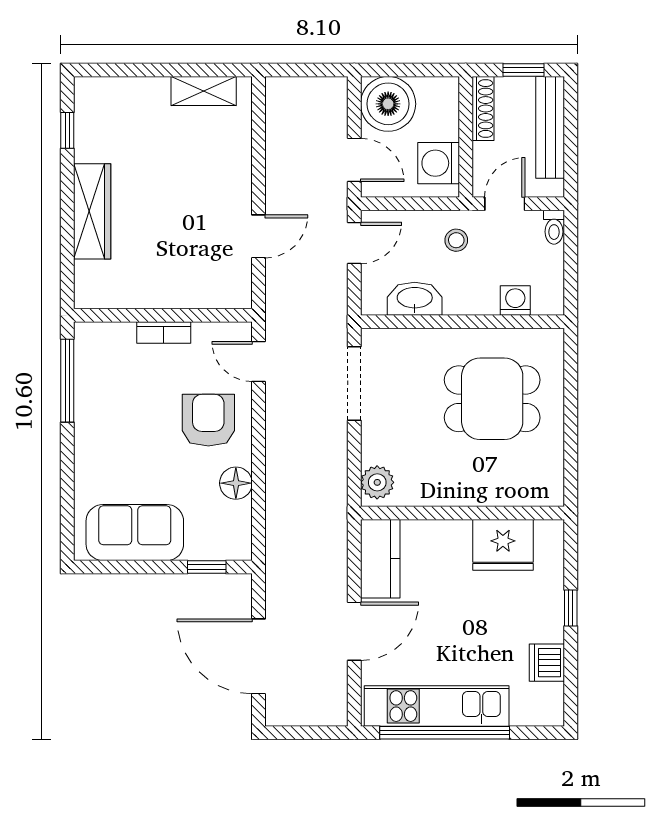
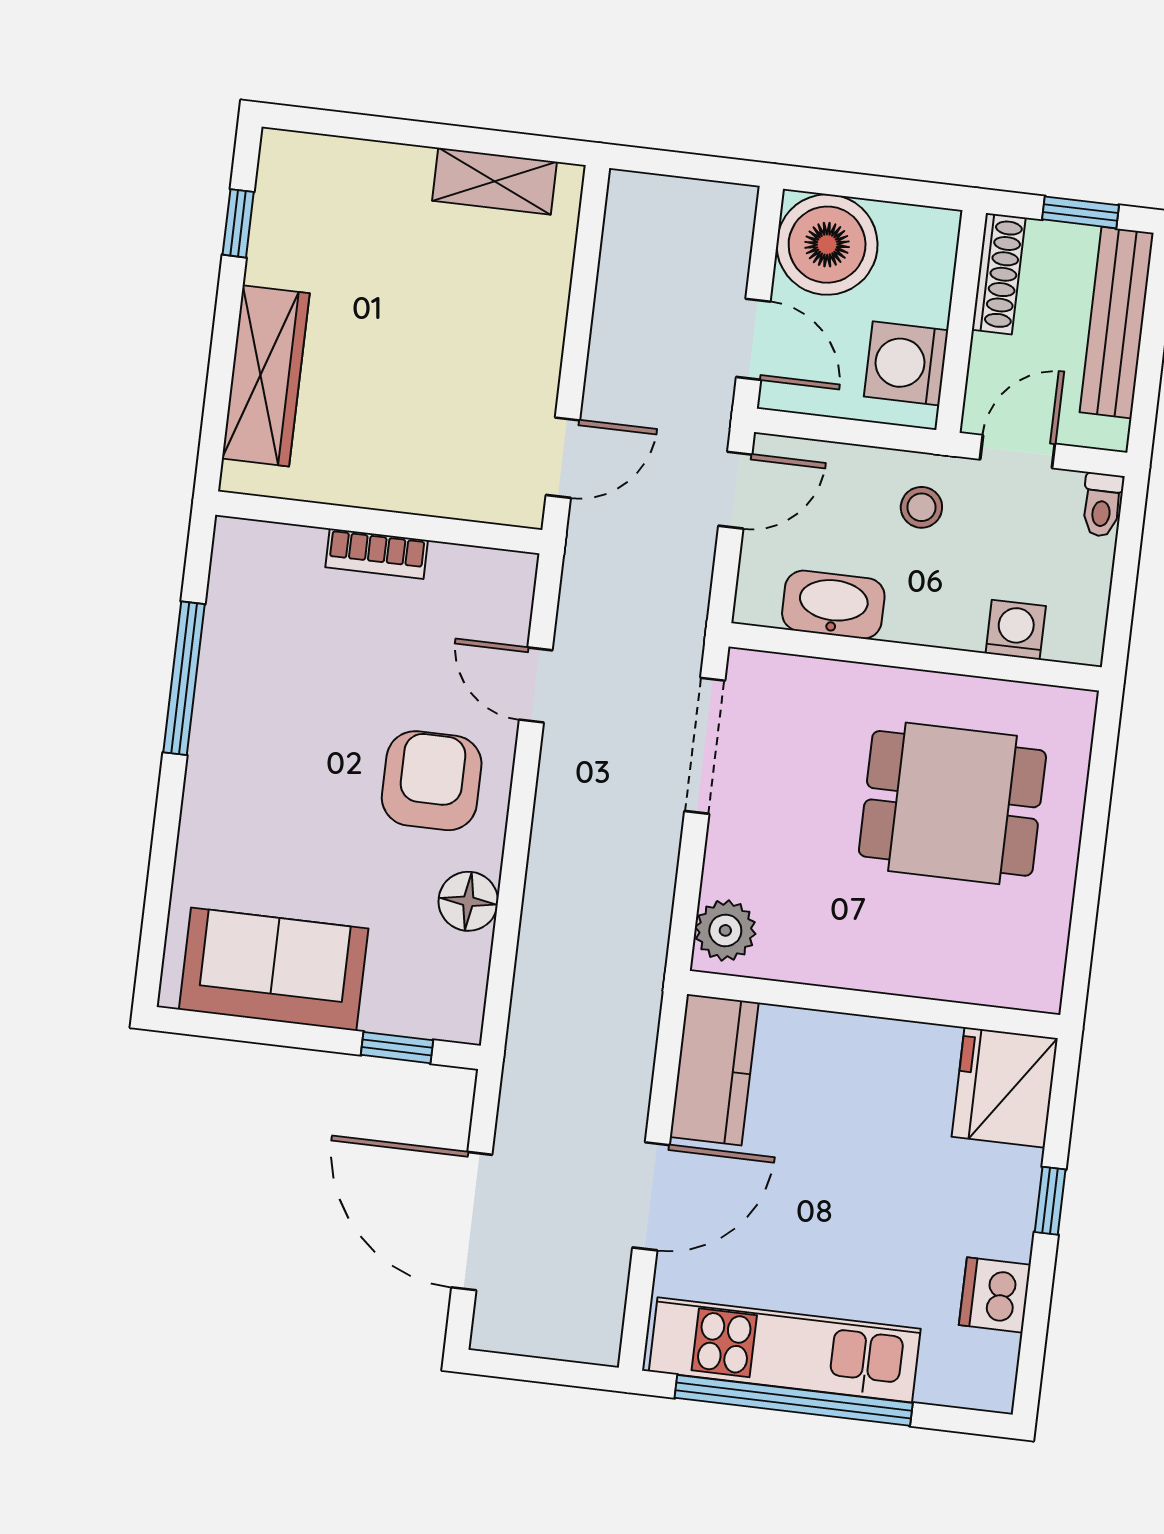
wall: (163, 315) -> (379, 522), moved
bookcase: (164, 332) -> (377, 554), moved
fridge: (503, 545) -> (1005, 1088), moved, turned 90

